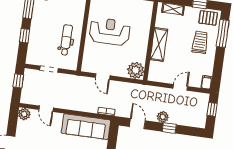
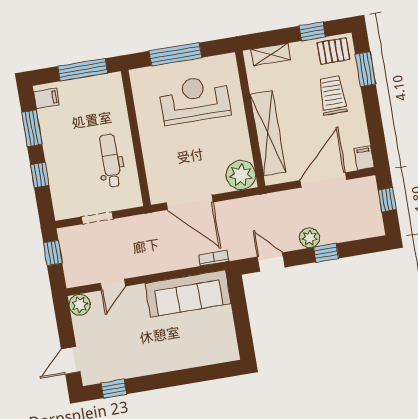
reception desk: (110, 31) -> (195, 100), moved
window: (223, 33) -> (365, 69), width x0.69
shelving: (159, 44) -> (268, 133), width x1.47
door: (103, 77) -> (190, 202), width x1.88
door: (180, 87) -> (323, 180), width x1.87
door: (46, 109) -> (113, 285), hinge flipped

